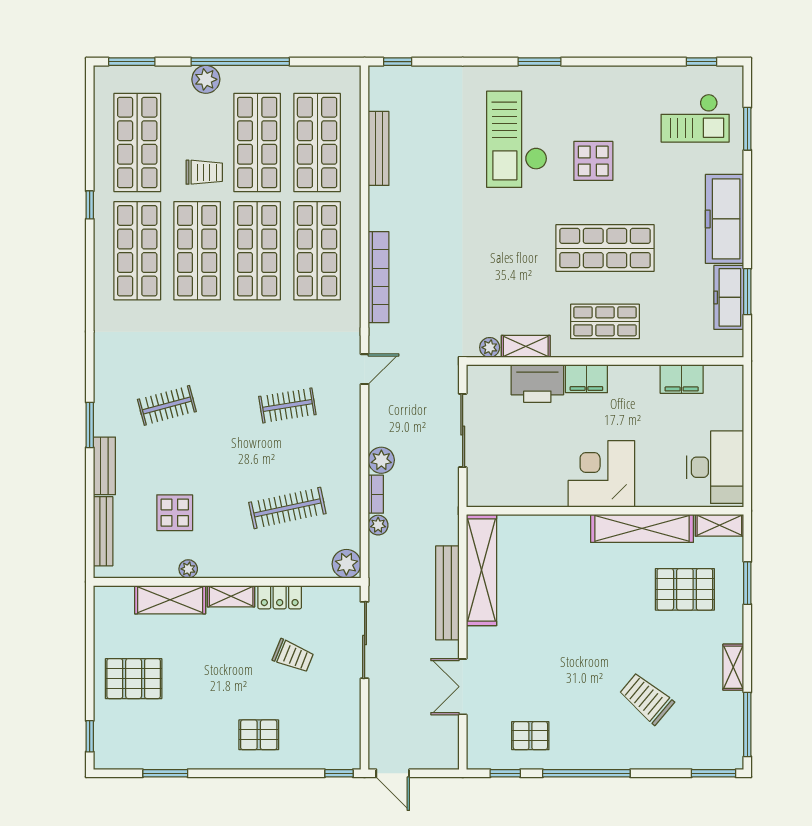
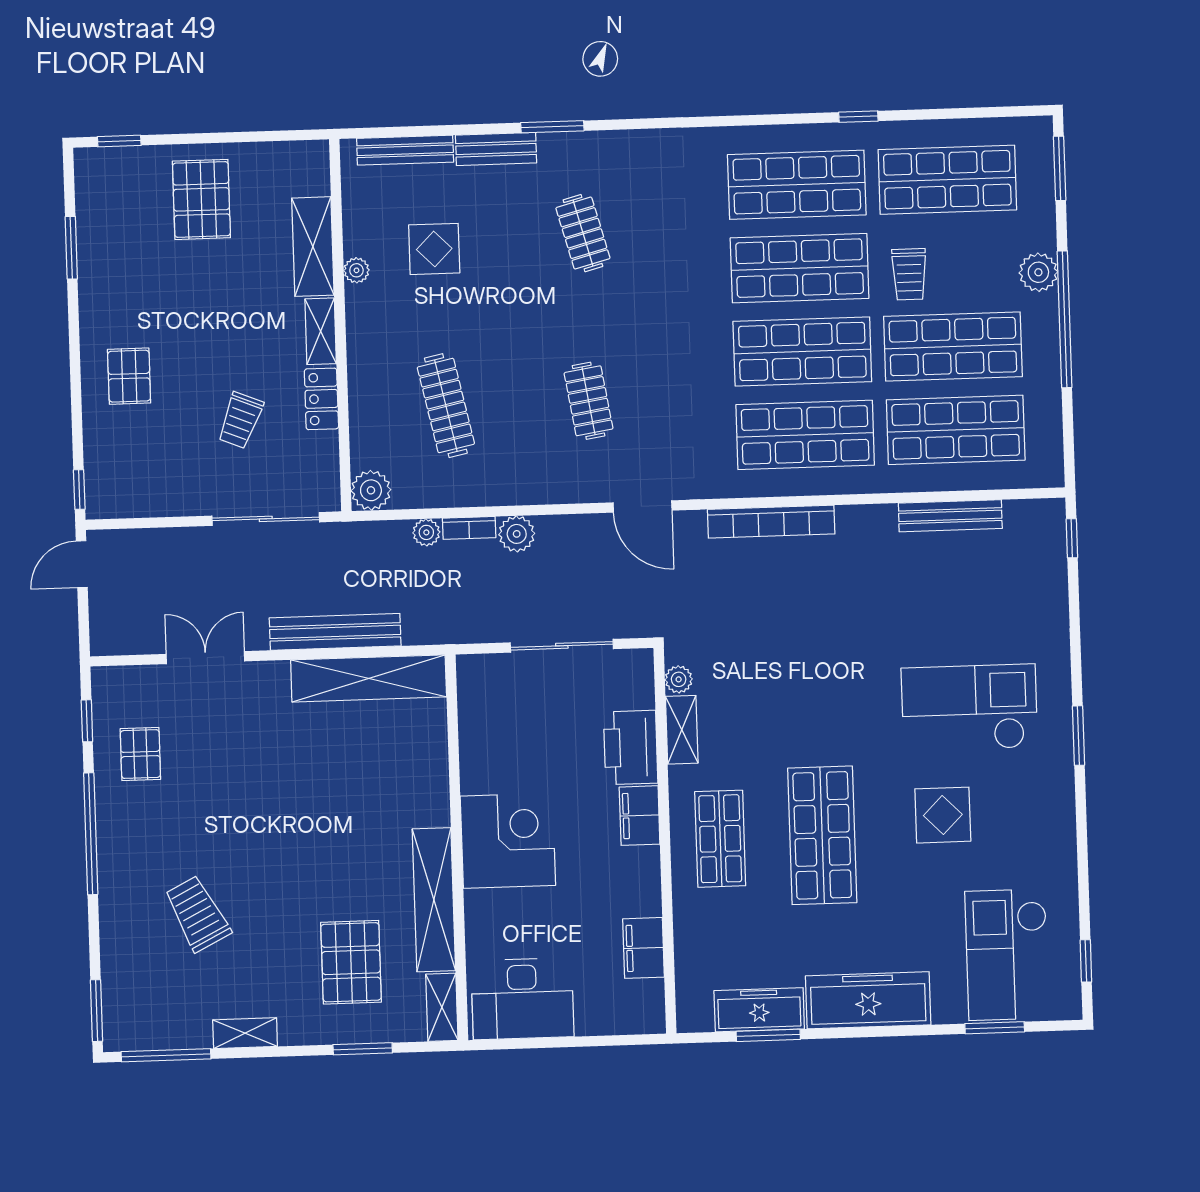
checkout: (695, 118) -> (1007, 955), width x1.36, depth x1.21
door: (365, 369) -> (643, 506), width x1.38
trolley: (646, 698) -> (197, 914), turned -67

